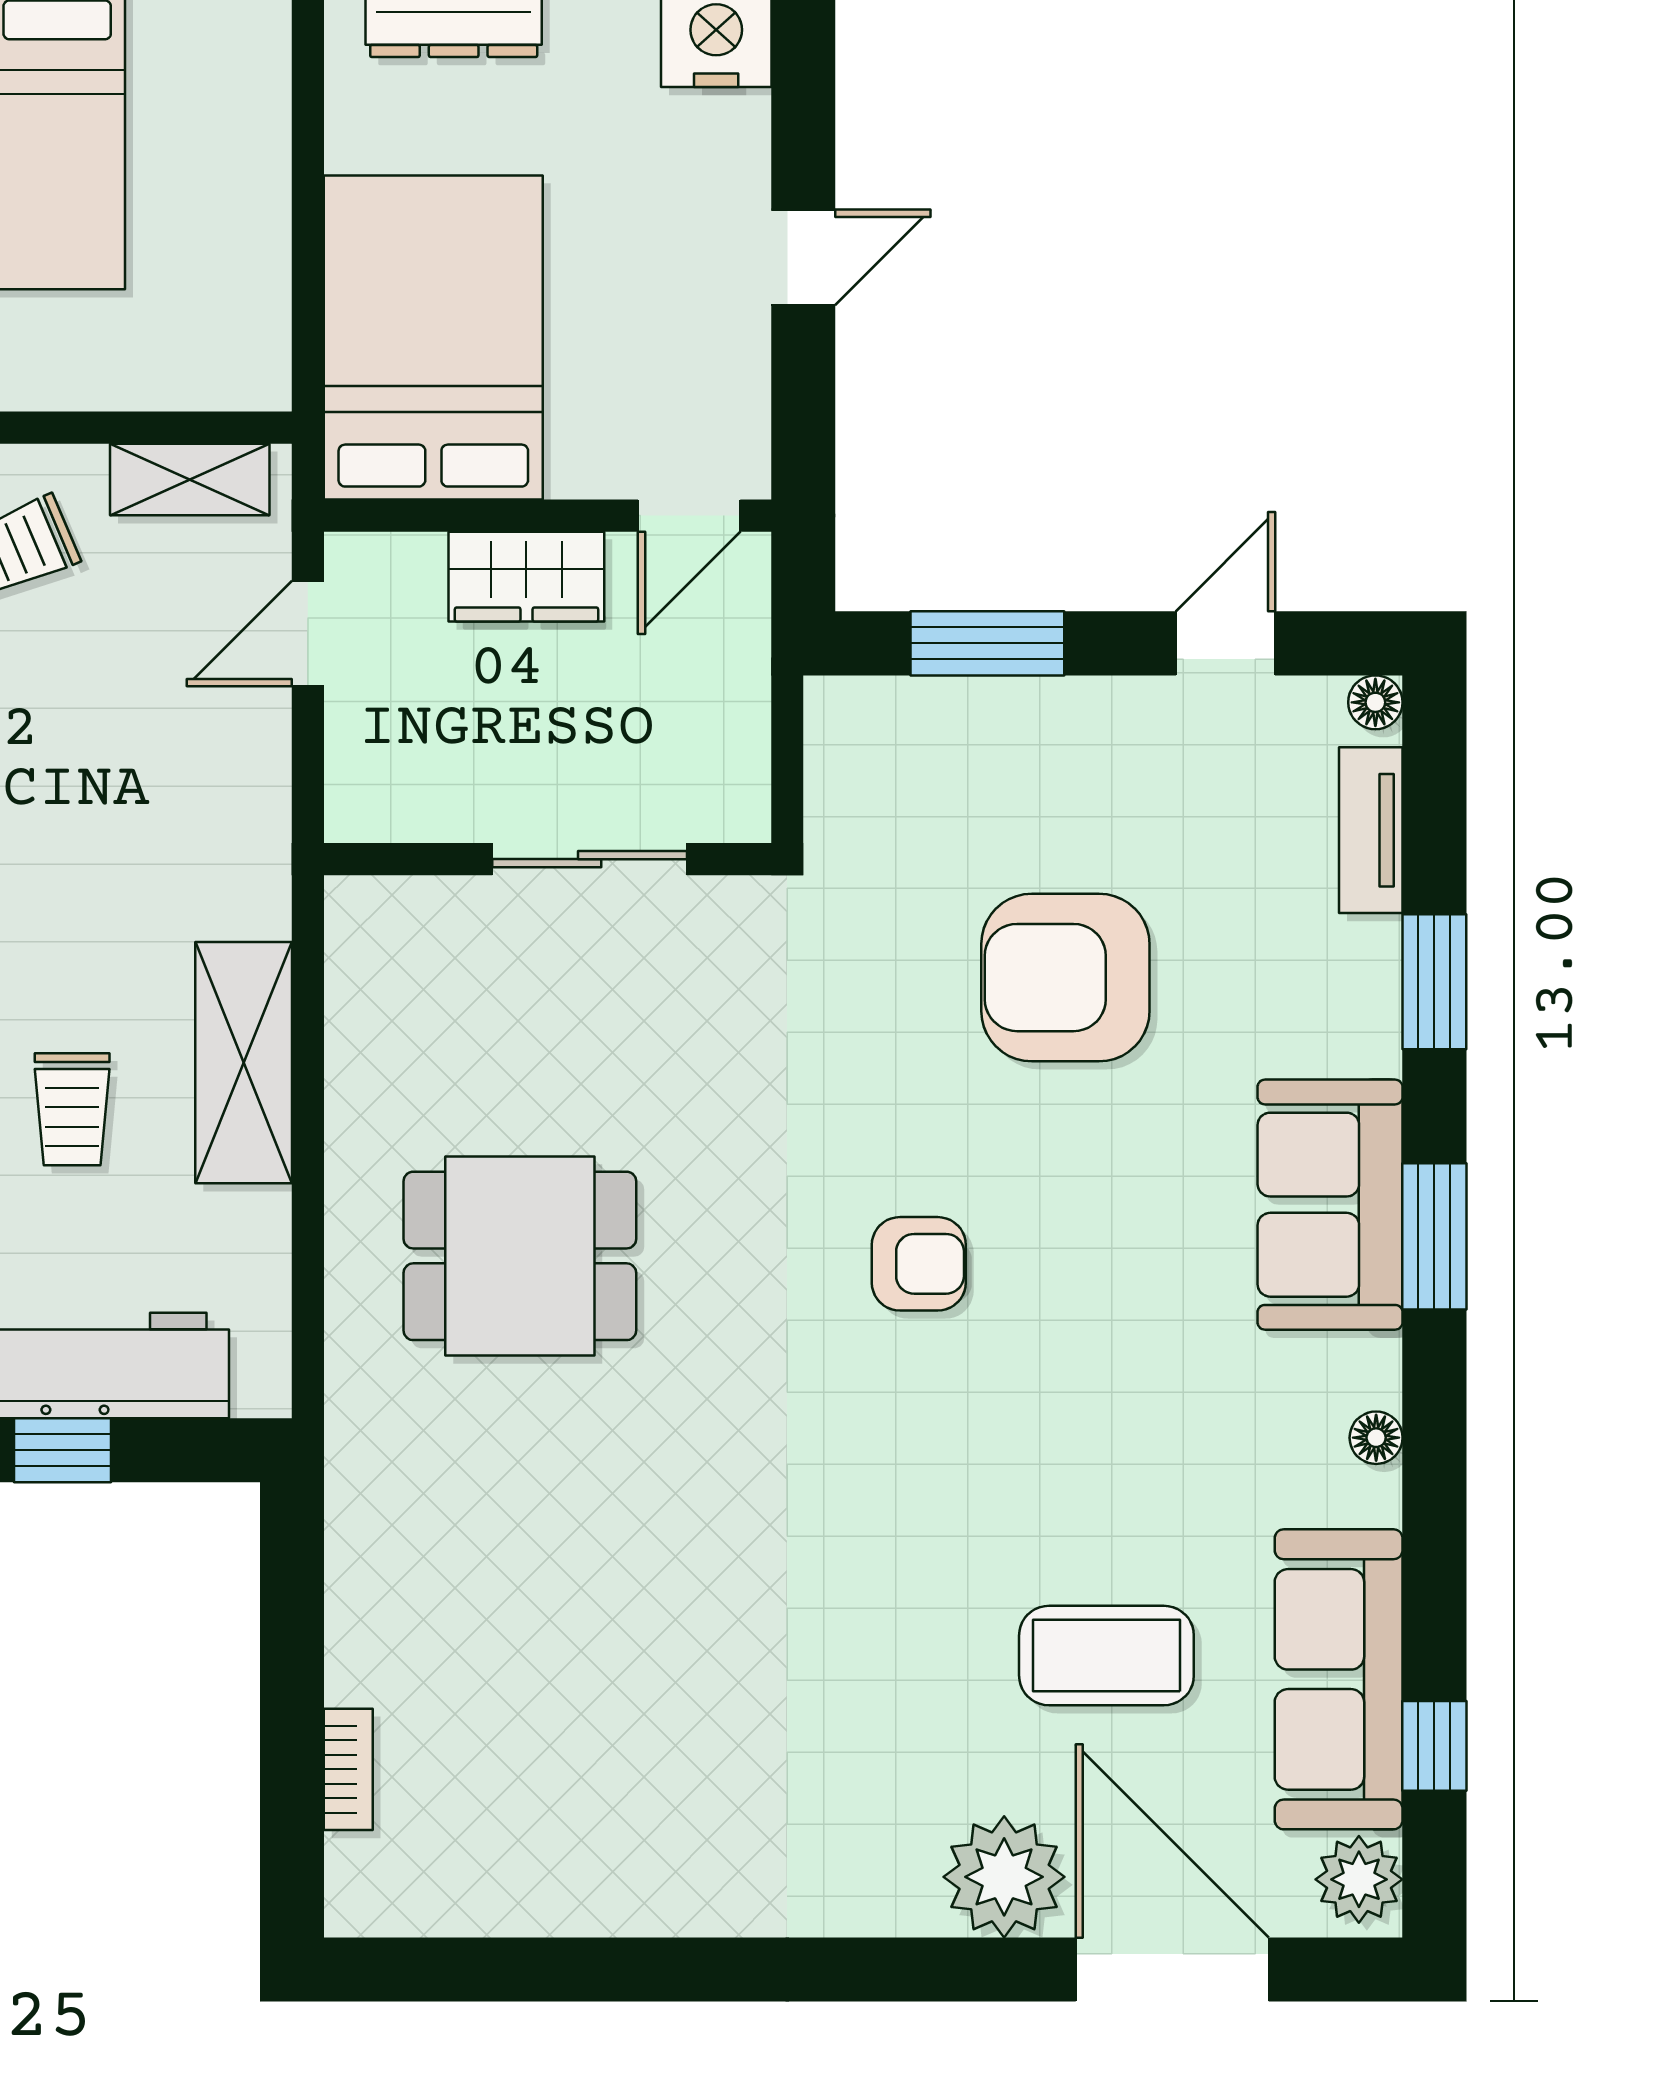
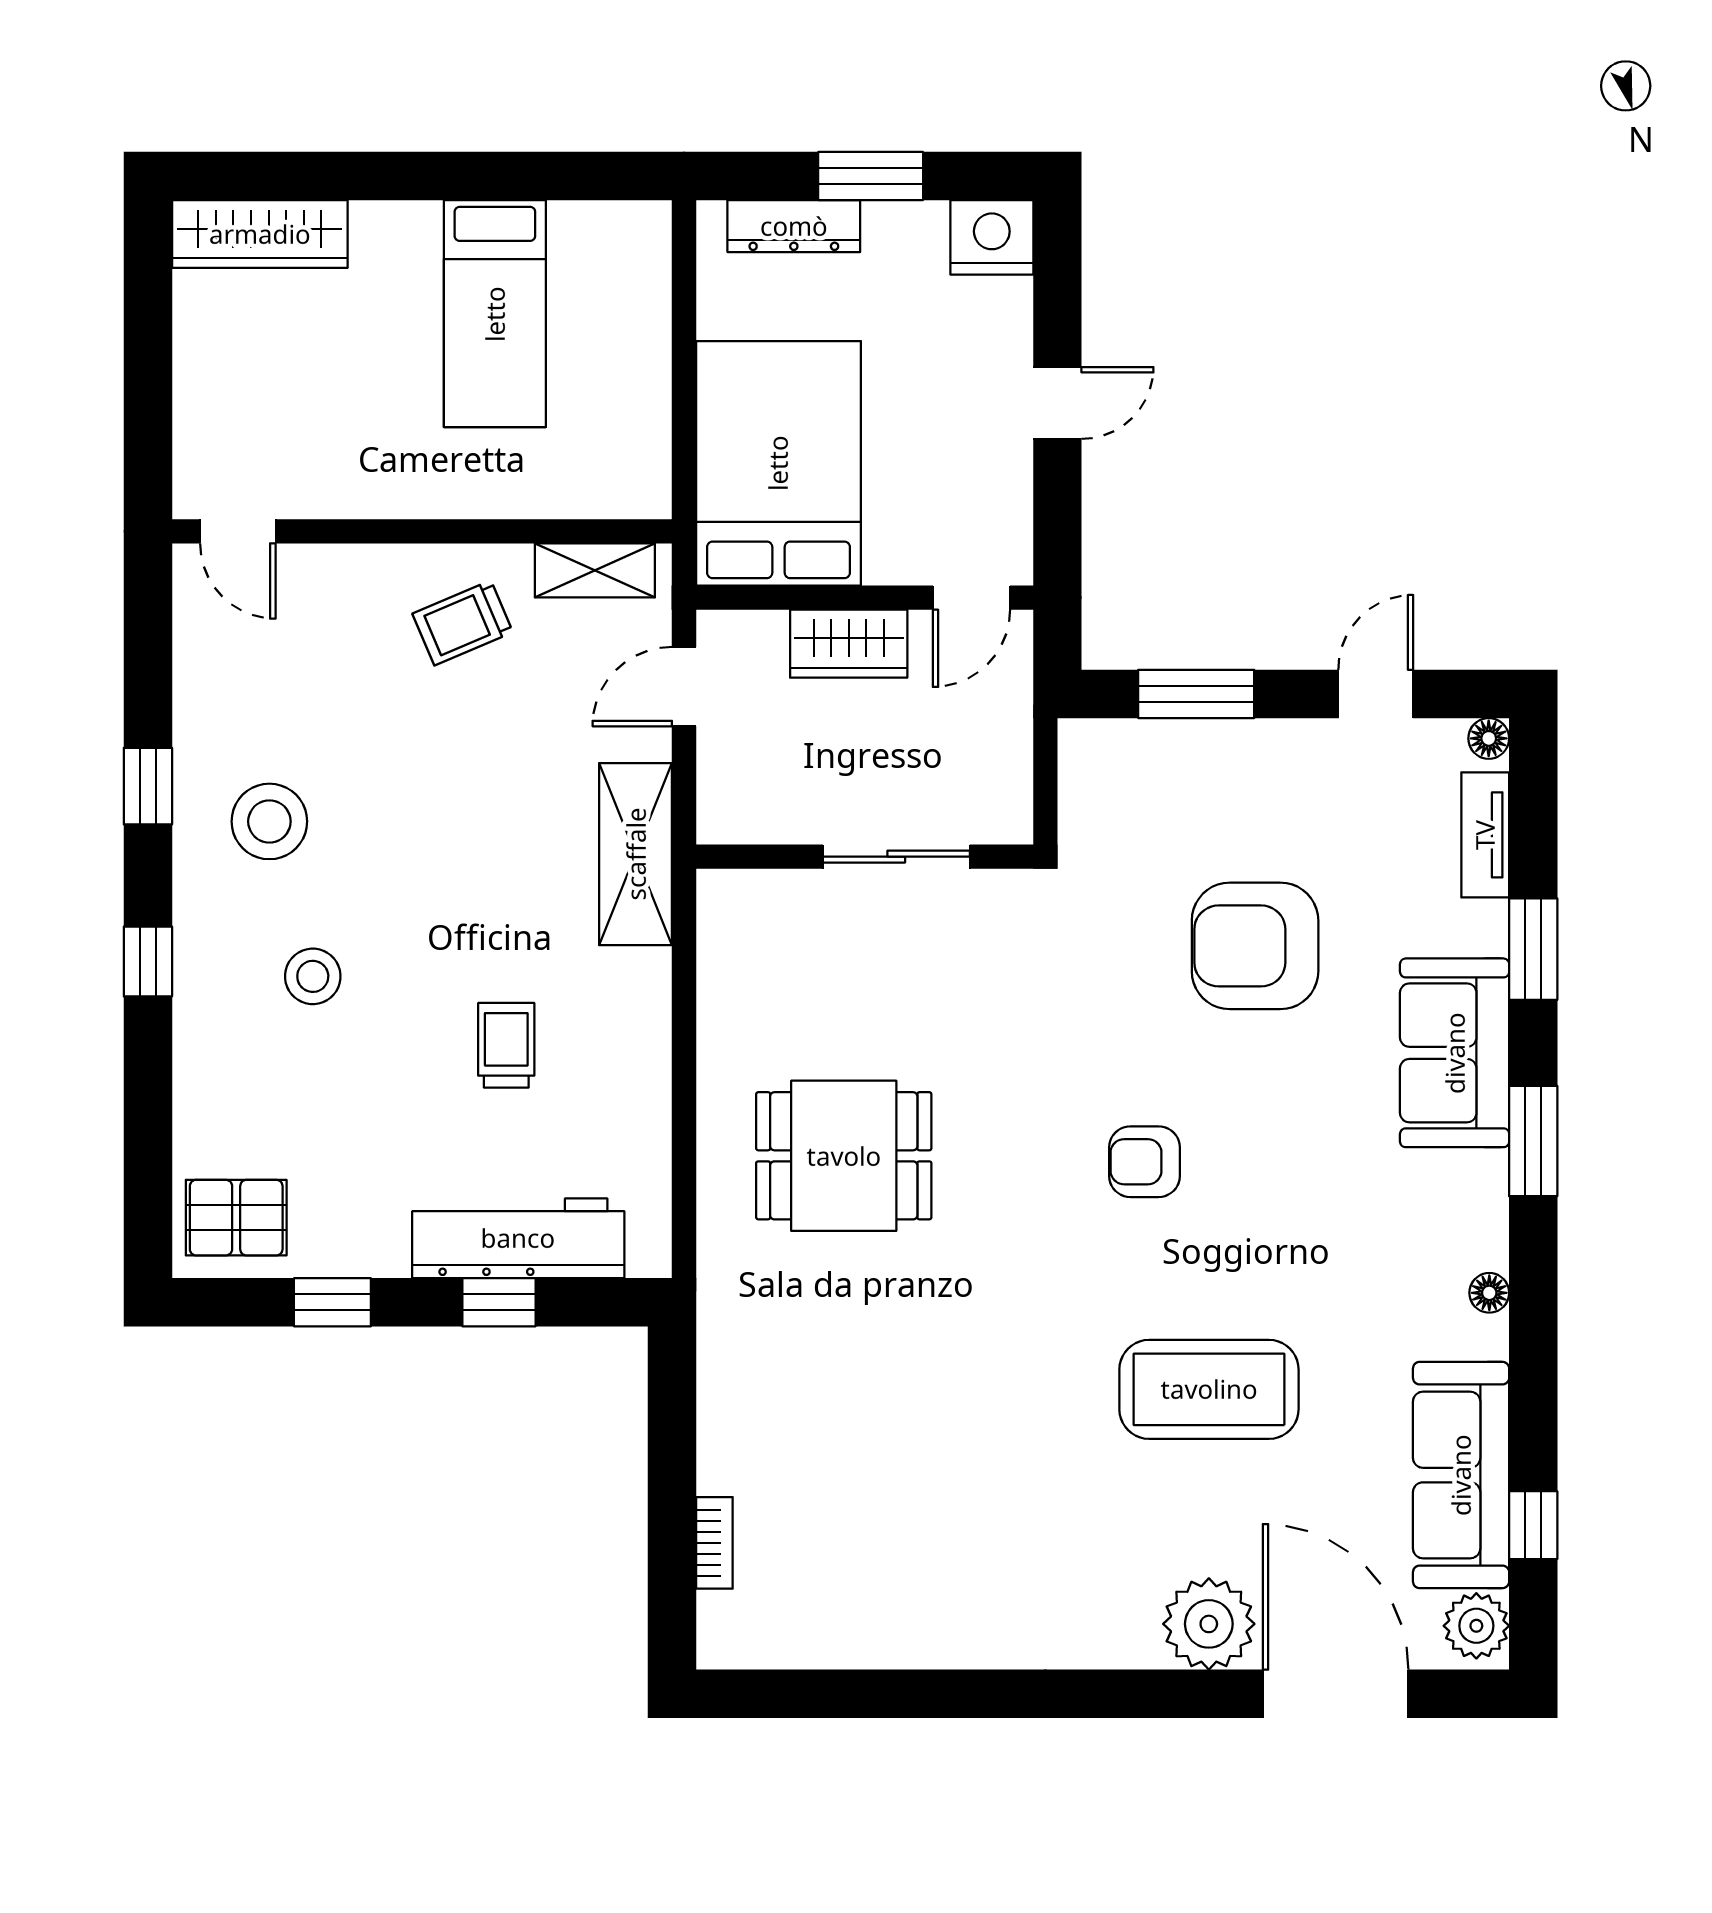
shelving: (244, 1063) -> (636, 854), moved
trolley: (72, 1109) -> (506, 1045), turned 180
sofa: (1330, 1205) -> (1455, 1053), moved
armchair: (919, 1264) -> (1144, 1162), turned 180
coffee table: (1106, 1656) -> (1209, 1389), moved, width x1.36, depth x1.32

